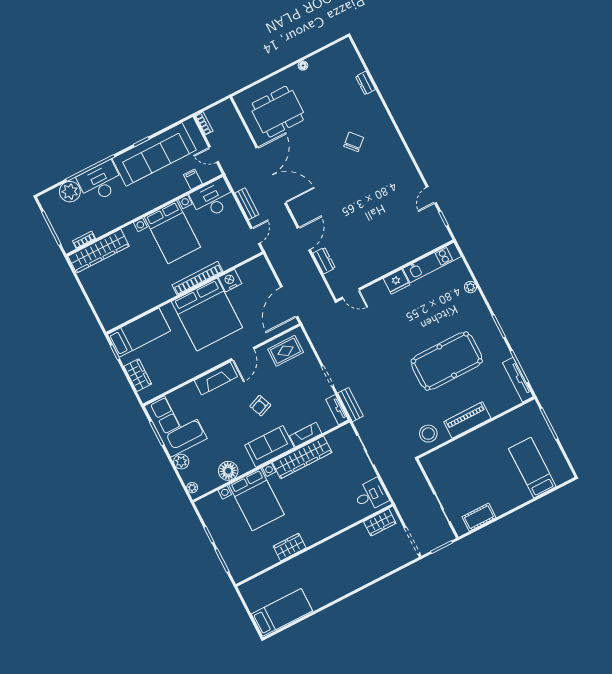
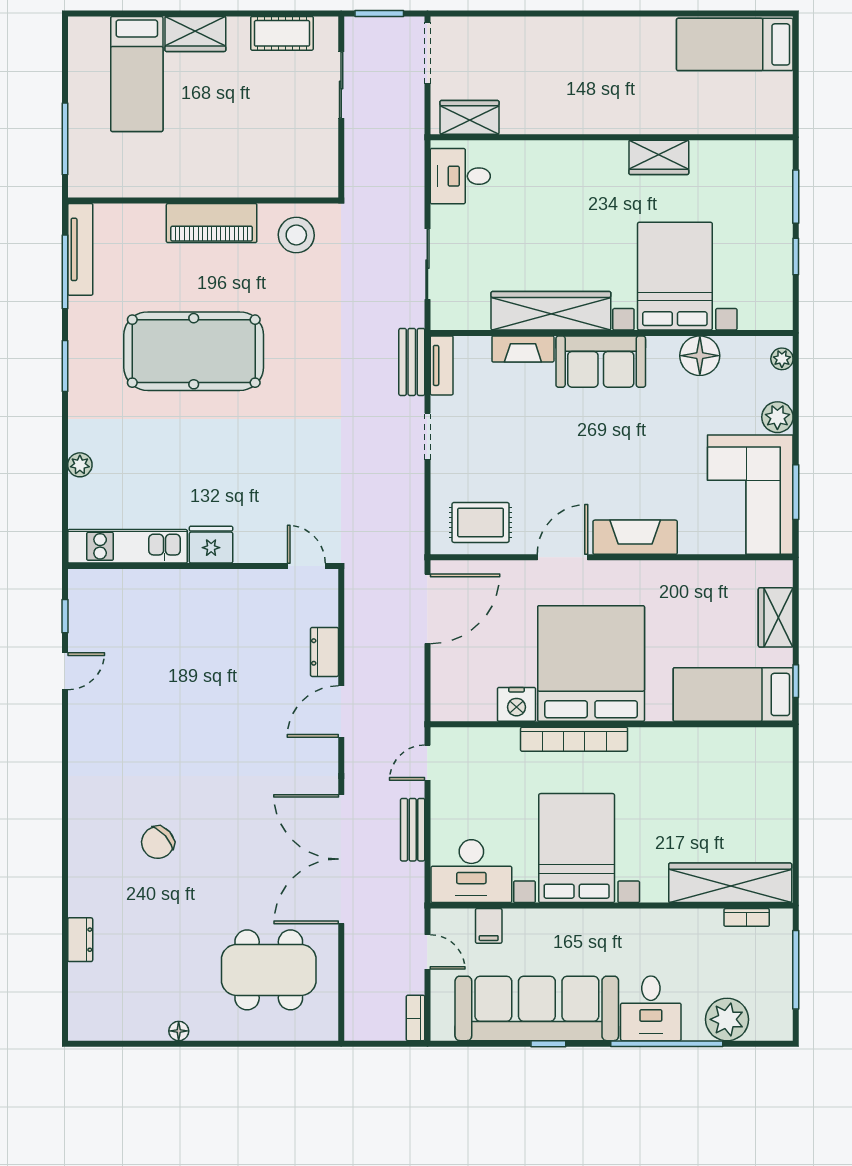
desk: (100, 182) -> (651, 1008), width x0.73
armchair: (260, 406) -> (579, 445), removed
wardrobe: (516, 498) -> (195, 34), added

